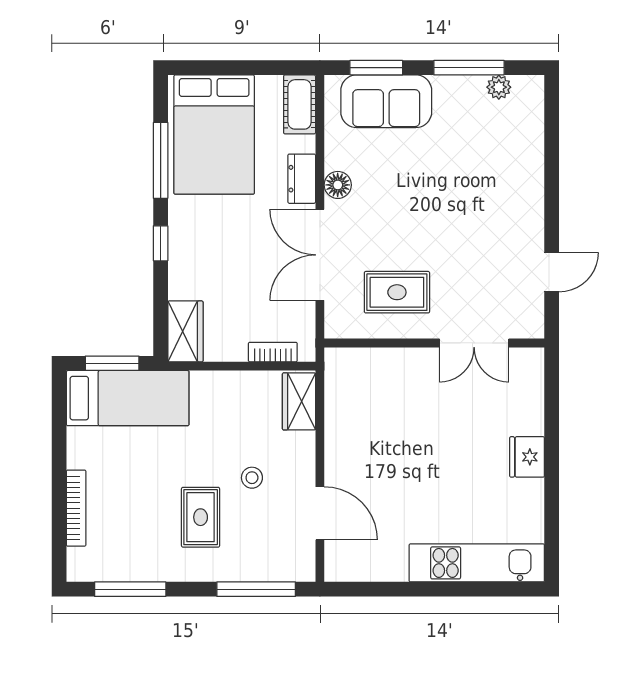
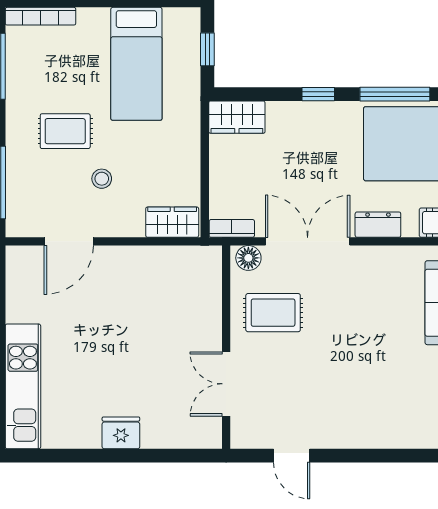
floor lamp: (338, 185) -> (248, 258), moved
rug: (397, 292) -> (273, 313), turned 90
bookcase: (273, 352) -> (232, 228), moved, turned -90
window: (112, 363) -> (207, 49), width x0.67
bed: (128, 398) -> (136, 64), moved
bookcase: (76, 508) -> (40, 16), moved

